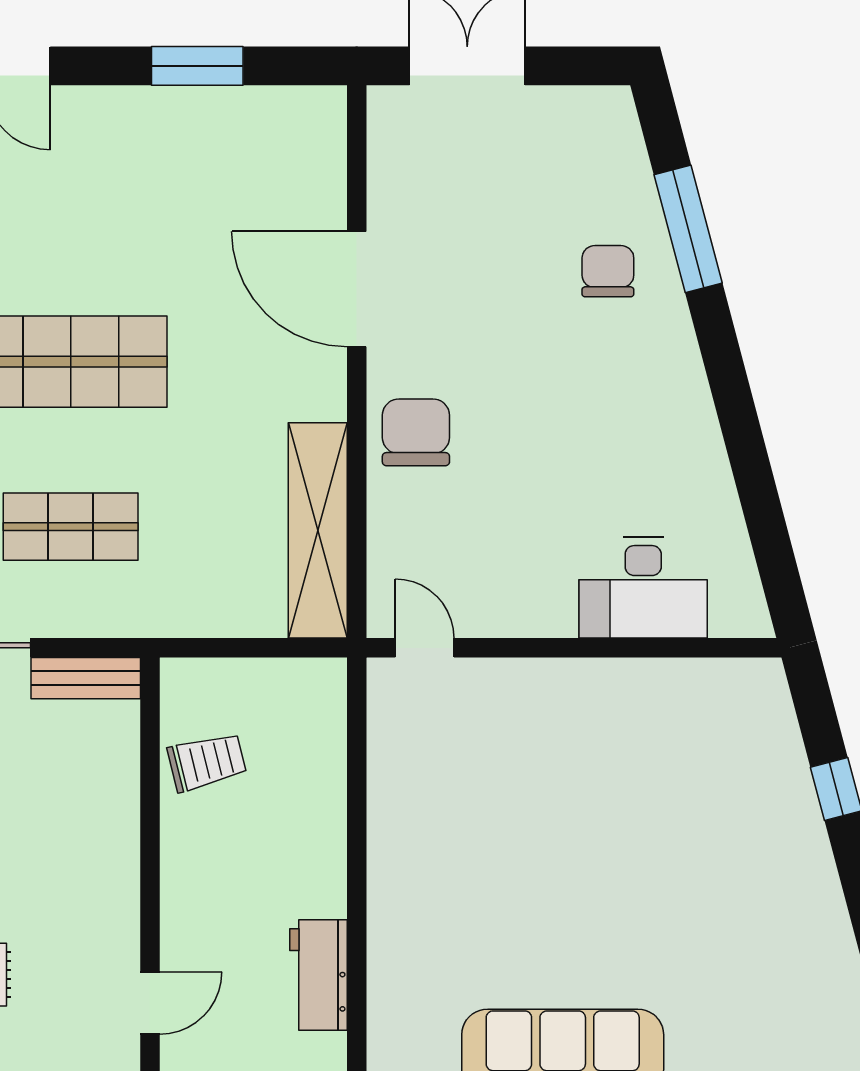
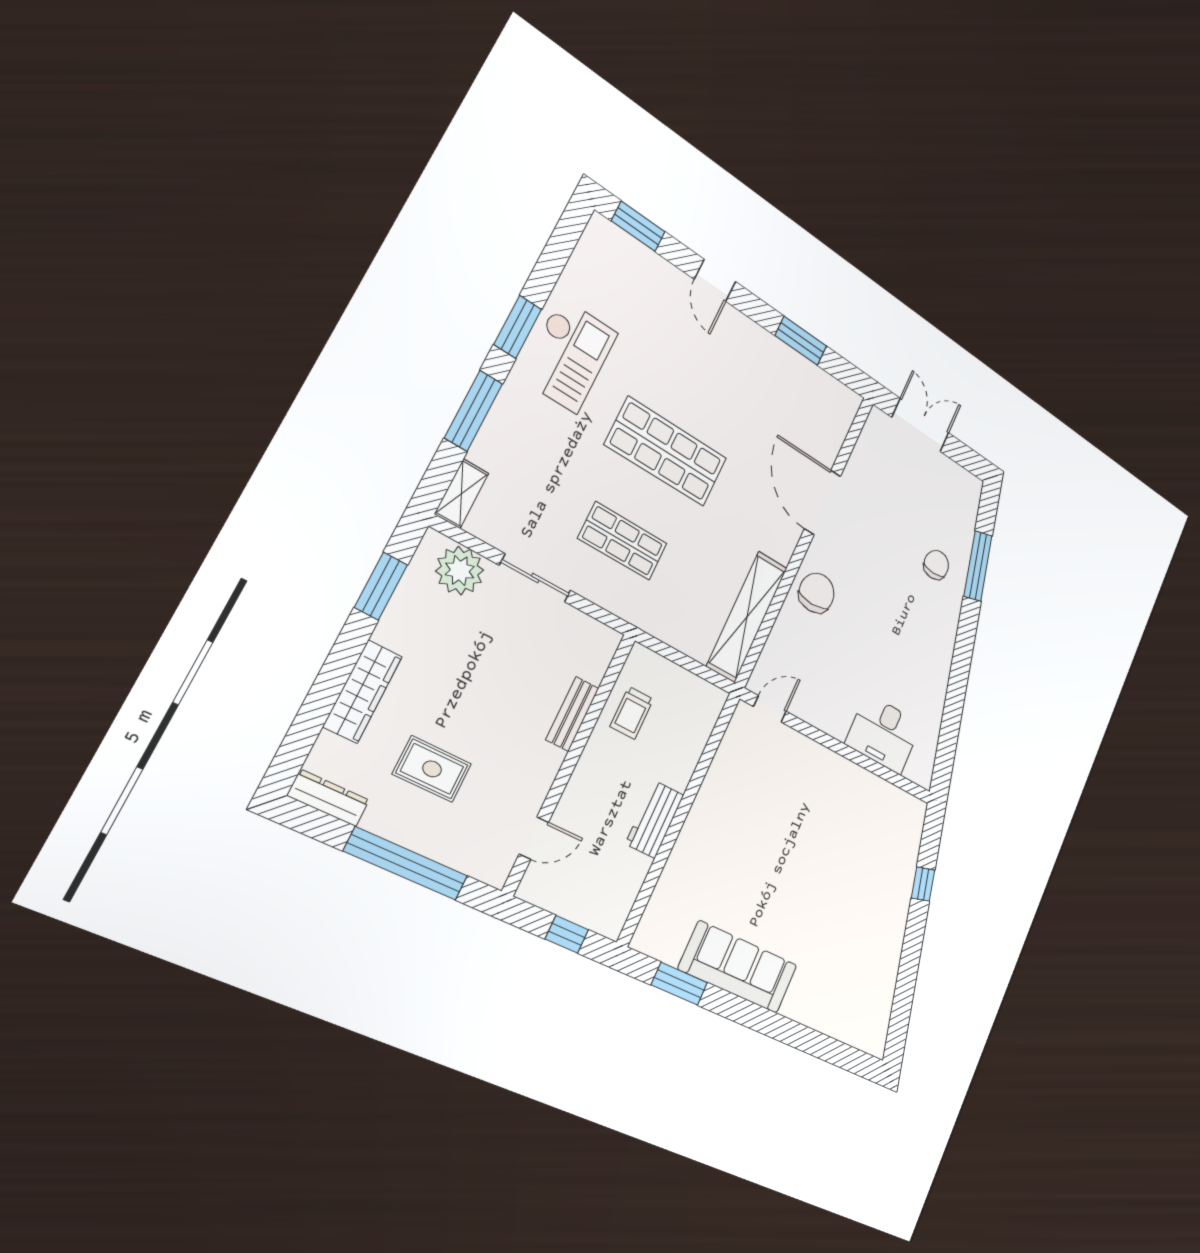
door: (425, 648) -> (770, 709), hinge flipped
bench: (86, 678) -> (572, 714), moved, turned 90
trolley: (207, 762) -> (632, 713), turned 104
workbench: (318, 975) -> (655, 819), moved

